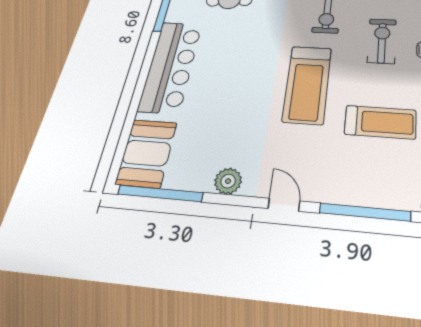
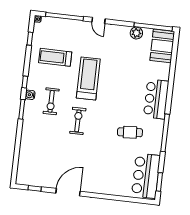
bar counter: (171, 66) -> (156, 99), width x0.73
plant: (228, 181) -> (136, 33), moved

